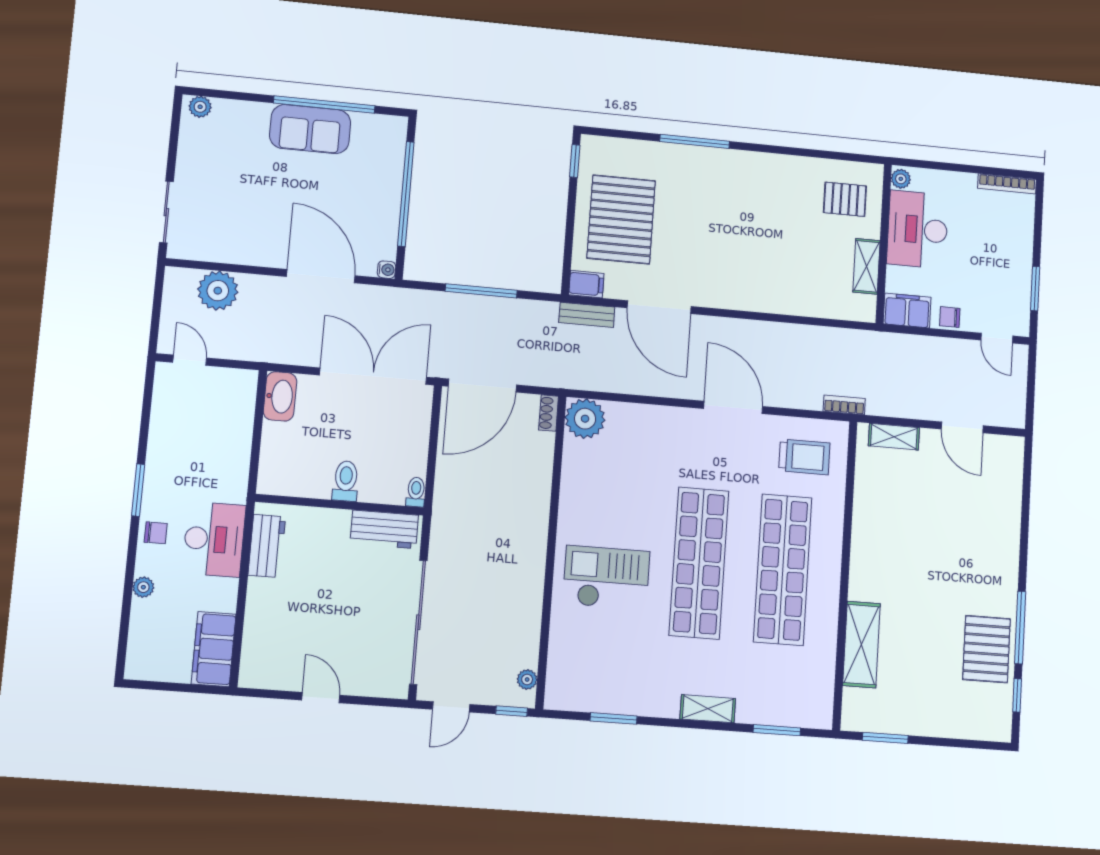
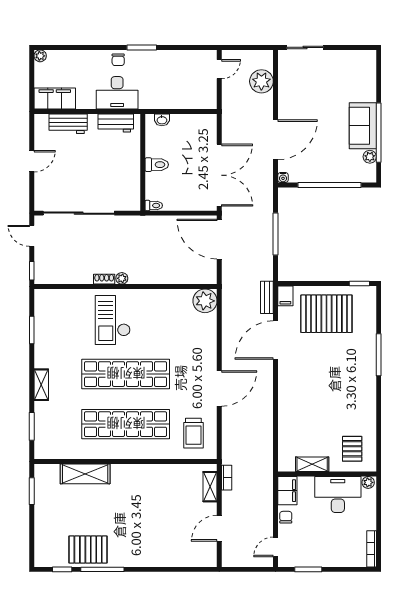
plant: (200, 107) -> (370, 157), moved
washbasin: (280, 396) -> (162, 120), moved, width x0.52, depth x0.69
bookcase: (844, 405) -> (227, 478), moved
shoe rack: (549, 413) -> (104, 279), moved
workbench: (384, 529) -> (68, 124), moved, turned -90
checkout: (606, 578) -> (113, 320), turned 180
plant: (143, 587) -> (40, 56), moved
plant: (527, 679) -> (122, 278), moved

